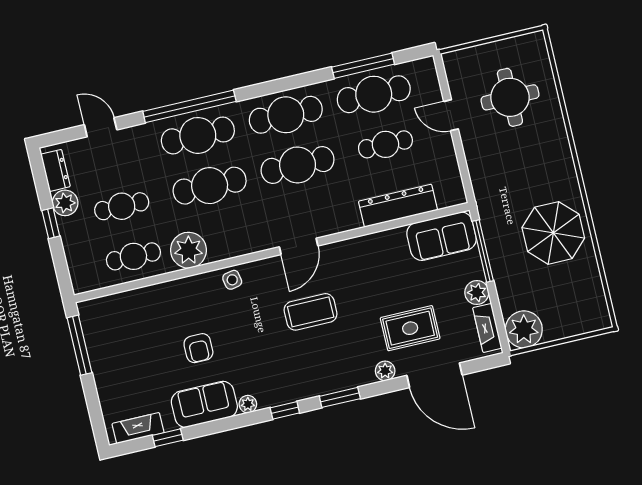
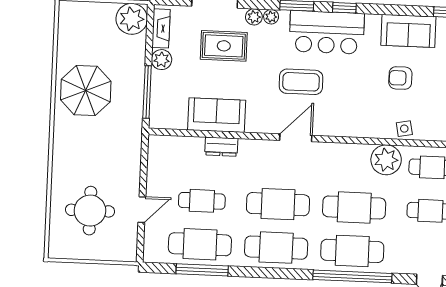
door: (451, 115) -> (142, 210), hinge flipped
dresser: (398, 206) -> (221, 147), width x0.51, depth x0.80
sofa: (442, 236) -> (217, 115), moved
side table: (232, 280) -> (404, 129), moved
armchair: (198, 348) -> (400, 78), turned -90
bar counter: (297, 377) -> (327, 32), added
plant: (248, 404) -> (271, 17), moved

